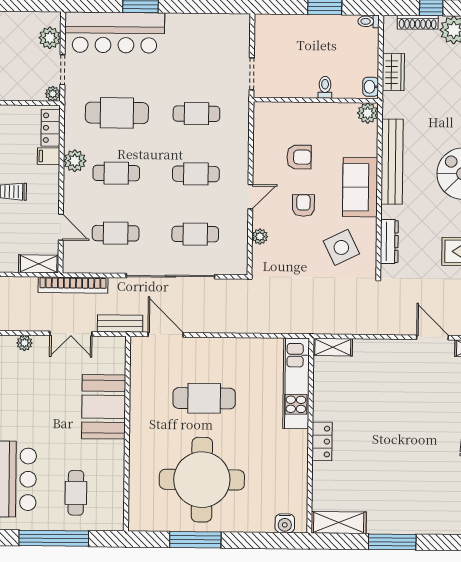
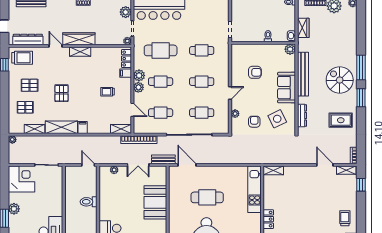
plant: (73, 184) -> (138, 87), added
armchair: (303, 205) -> (254, 122), moved

